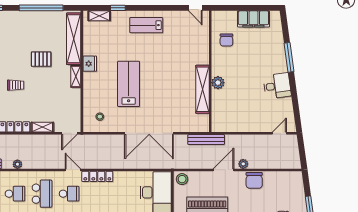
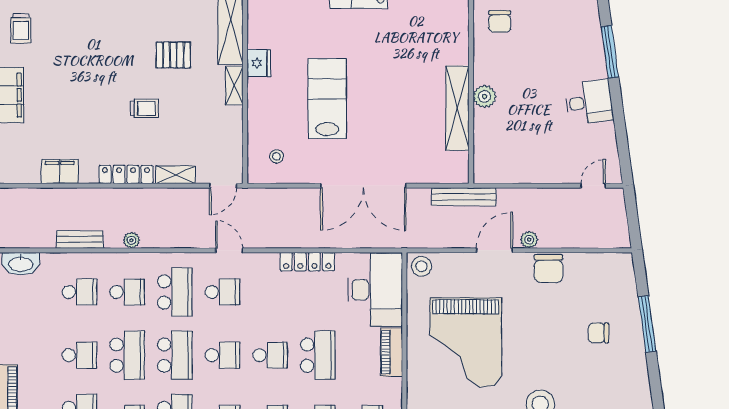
trolley: (16, 85) -> (144, 108), moved
locker: (97, 176) -> (307, 262), moved

